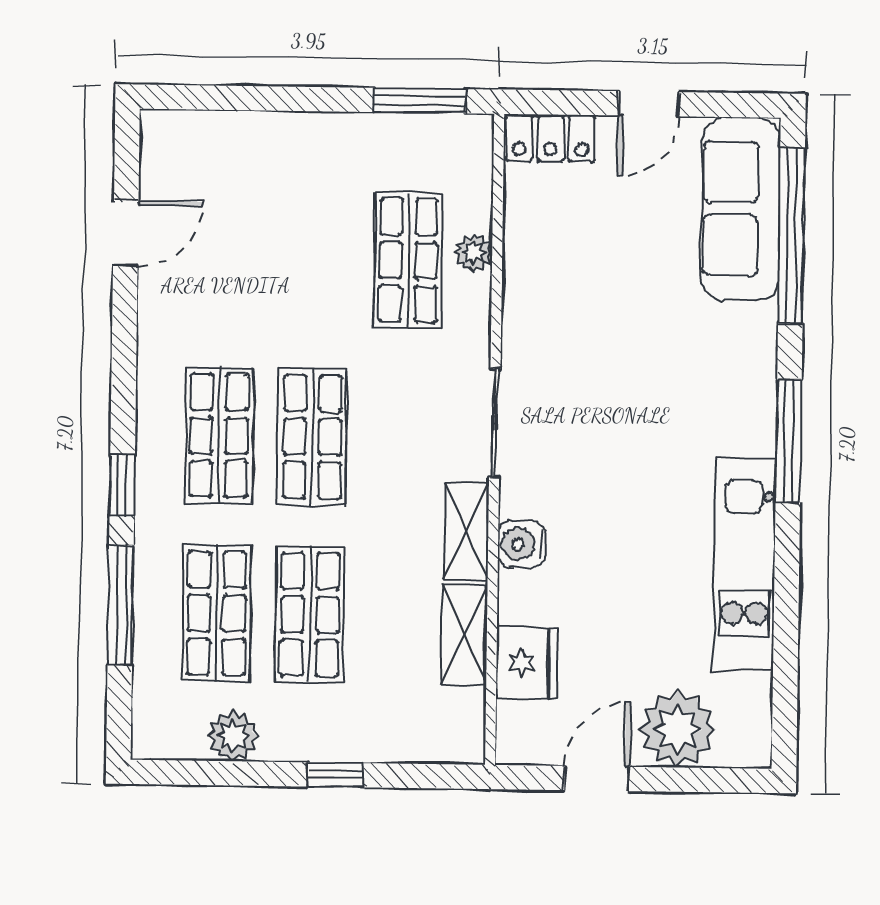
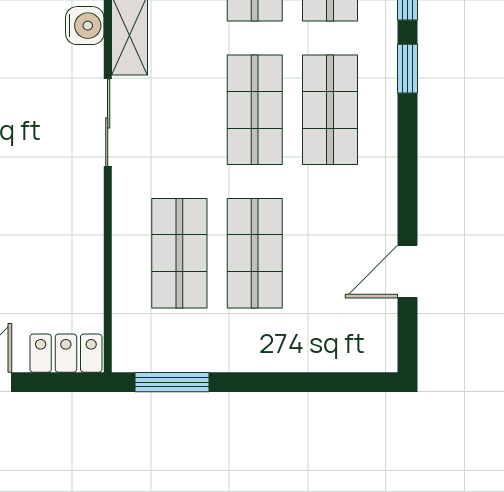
plant: (473, 253) -> (127, 260), removed
shop shelf: (315, 259) -> (255, 253), added

